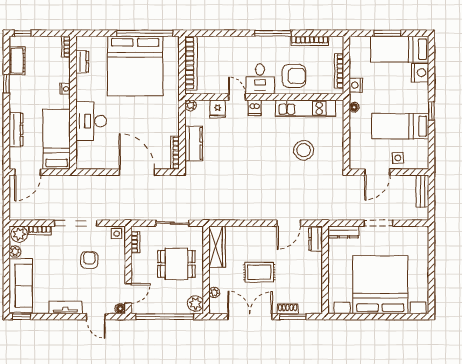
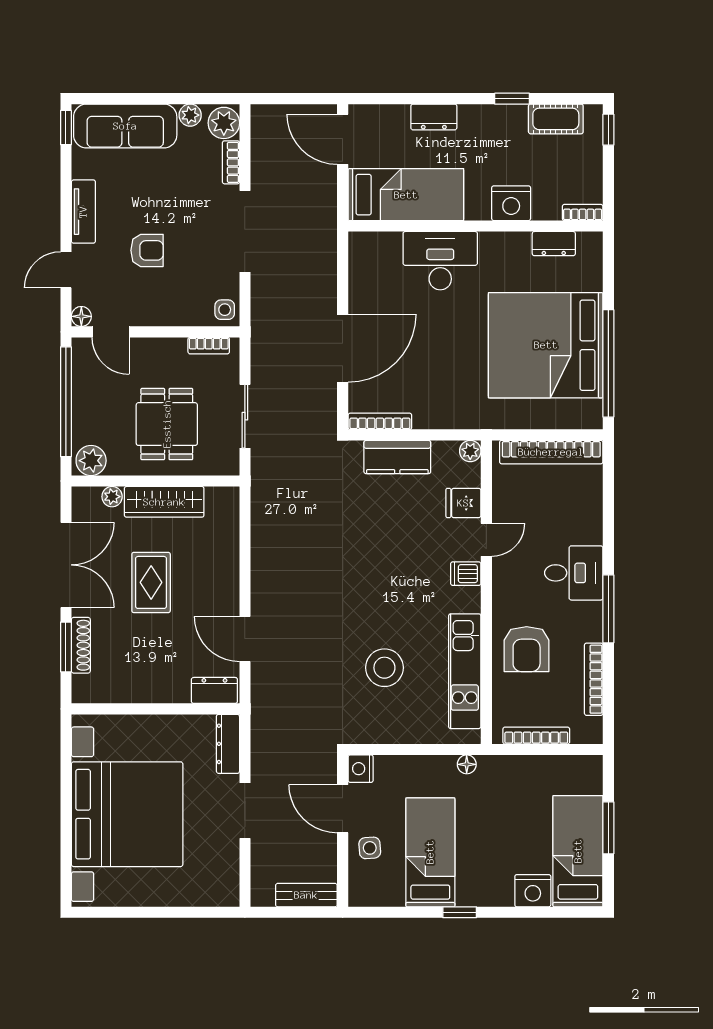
desk: (260, 79) -> (574, 573), moved, turned 180
nightstand: (356, 85) -> (361, 769), moved, turned -90
nightstand: (65, 89) -> (511, 203), width x1.89, depth x1.79
dresser: (16, 130) -> (434, 117), width x0.70
wardrobe: (217, 247) -> (164, 502), moved
armchair: (89, 260) -> (147, 250), moved
shoe rack: (288, 309) -> (81, 645), width x1.43

